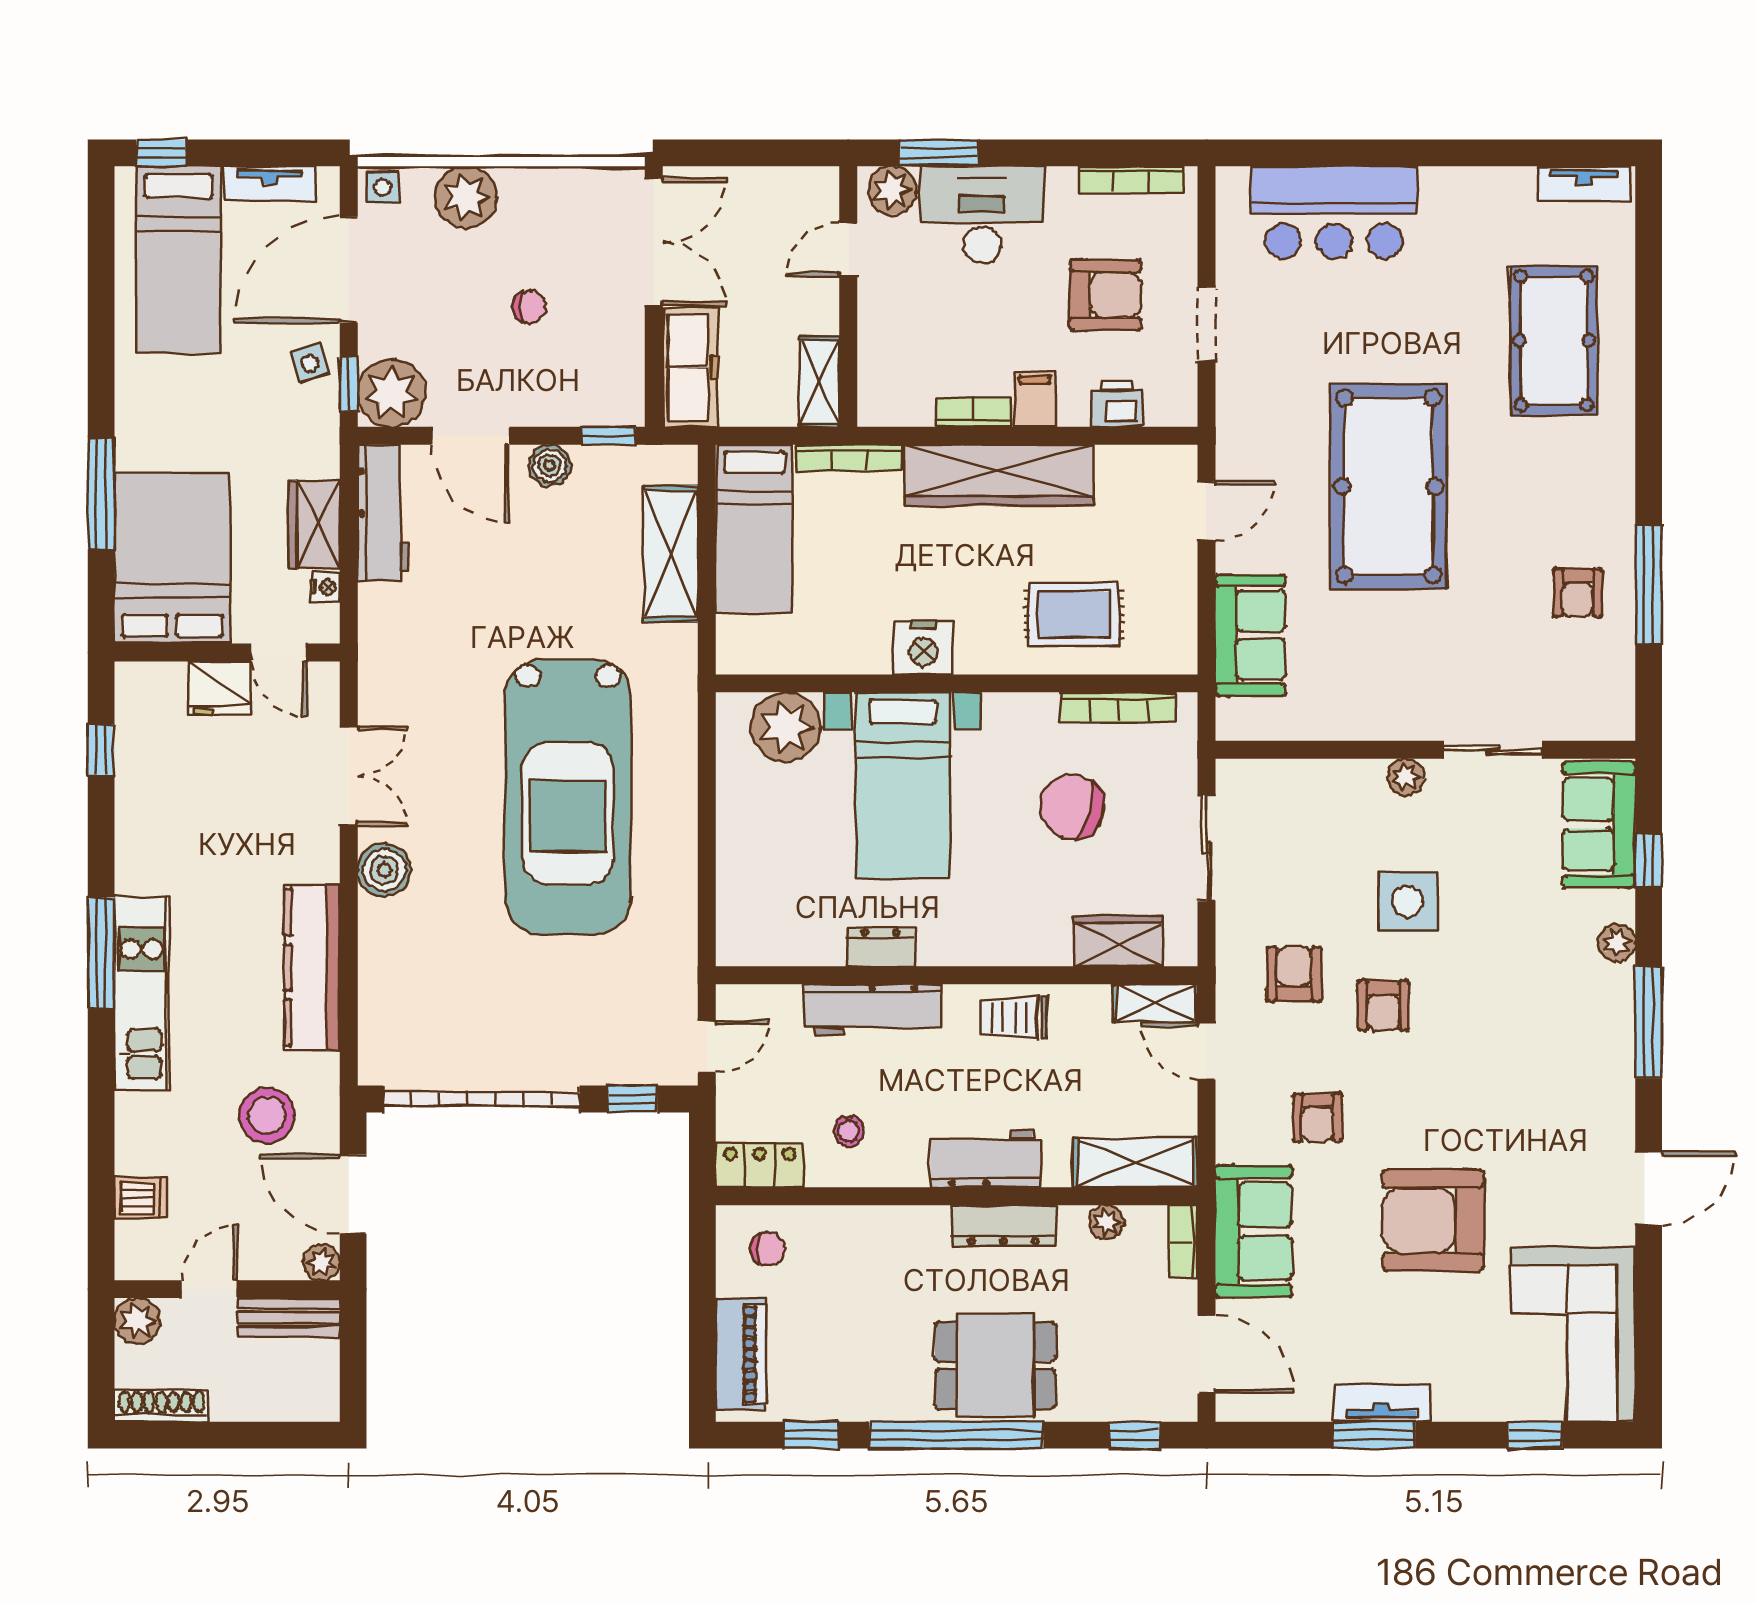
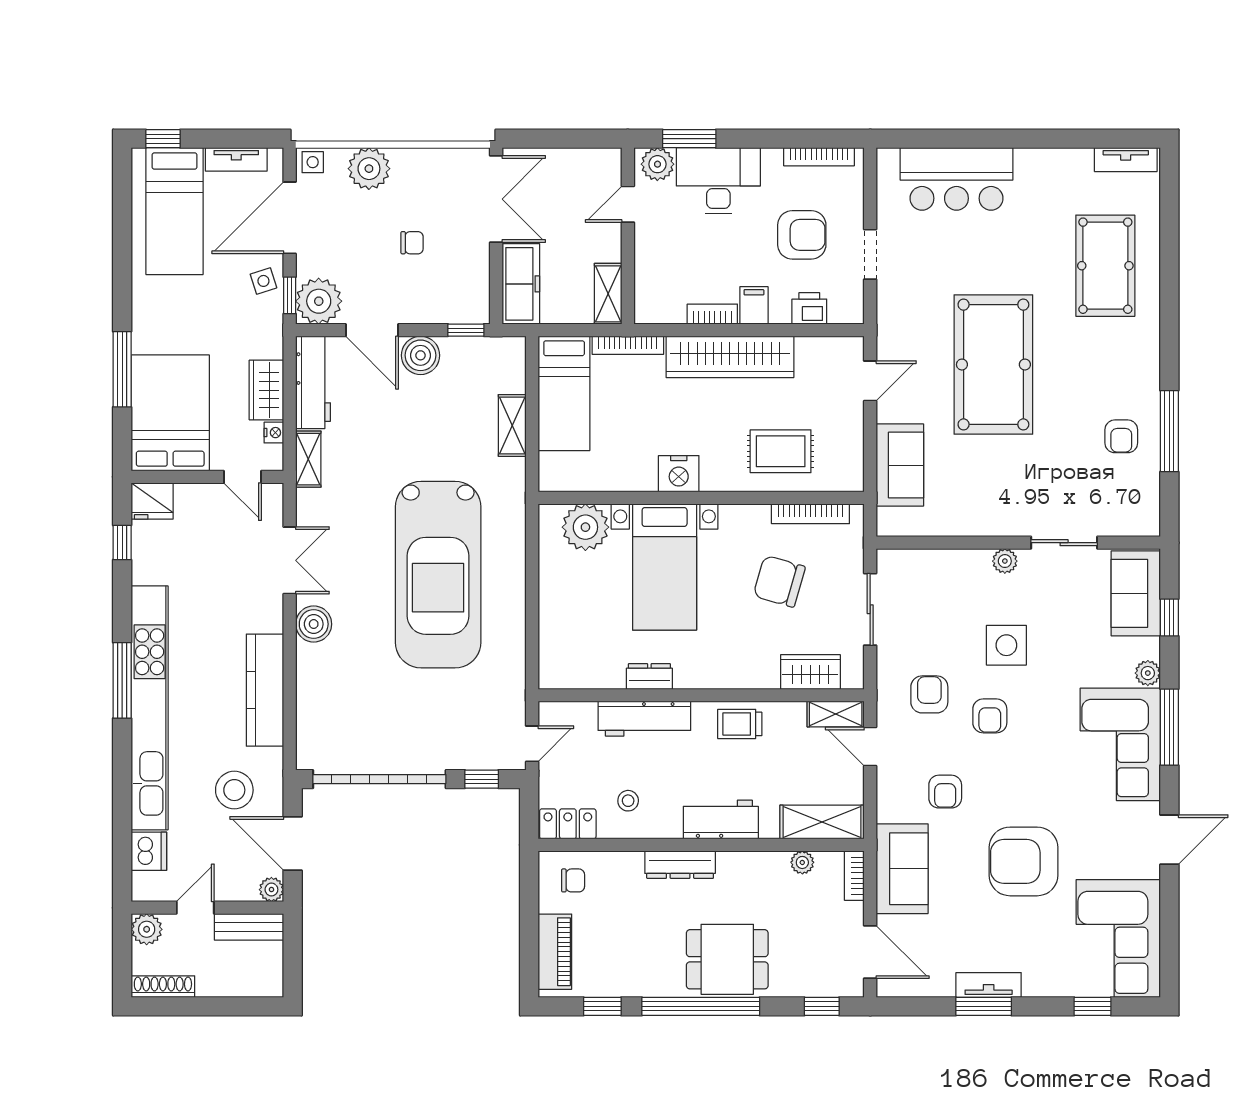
boiler: (550, 465) -> (421, 355), width x1.36, depth x1.36
shelving: (671, 554) -> (512, 425), width x0.67, depth x0.75
shelving: (376, 626) -> (308, 459), added
fridge: (220, 688) -> (152, 501), moved
kitchen unit: (142, 994) -> (150, 708), width x1.86
corner sofa: (1576, 1048) -> (1120, 744), added
dishwasher: (141, 1198) -> (149, 851), width x1.38
dresser: (1004, 1225) -> (680, 865), moved

